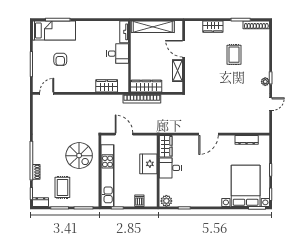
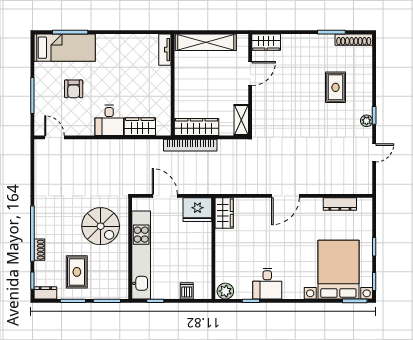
wardrobe: (213, 27) -> (266, 42), moved
door: (184, 49) -> (250, 74), swing flipped
desk: (118, 54) -> (109, 120), moved, turned 90
rug: (234, 55) -> (336, 87), moved
shelving: (178, 71) -> (241, 120), moved
door: (47, 93) -> (54, 137), hinge flipped
fridge: (148, 164) -> (197, 210), moved, turned -90
desk: (170, 168) -> (267, 284), moved, turned -90

